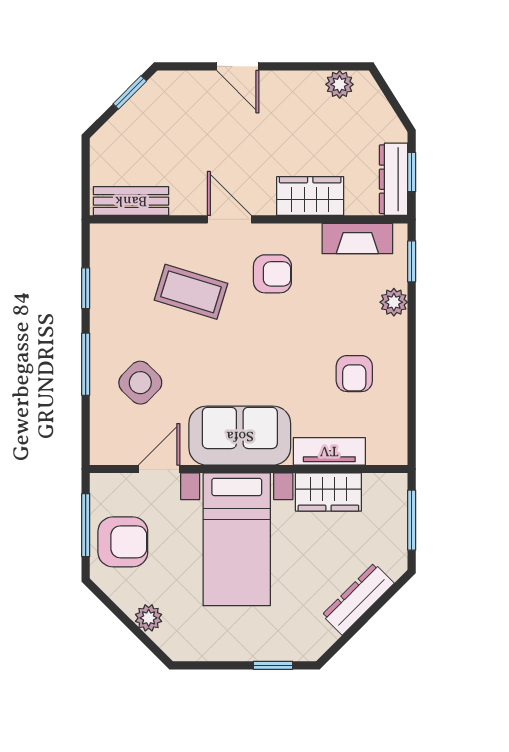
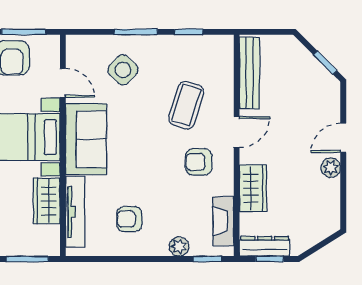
plant: (340, 84) -> (331, 168), moved
bench: (131, 201) -> (249, 73), width x1.36
armchair: (272, 274) -> (199, 162), turned 90
tv unit: (329, 451) -> (75, 212), width x1.41

